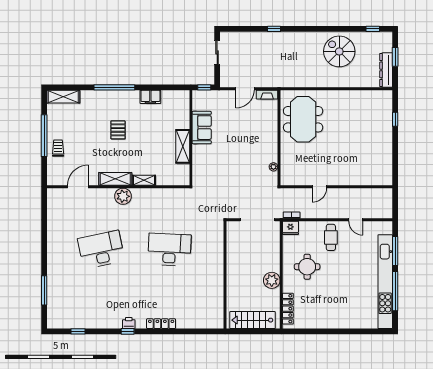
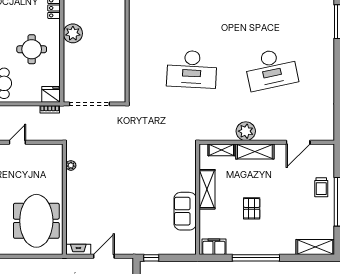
sofa: (202, 128) -> (185, 211), moved
wall: (191, 138) -> (198, 199), moved
shelving: (183, 146) -> (207, 189), moved

